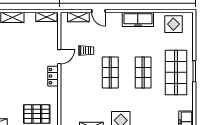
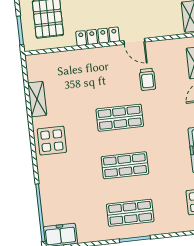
shop shelf: (176, 72) -> (130, 213), width x0.70, depth x0.74
locker: (53, 76) -> (98, 36), width x1.53

